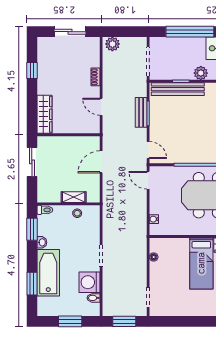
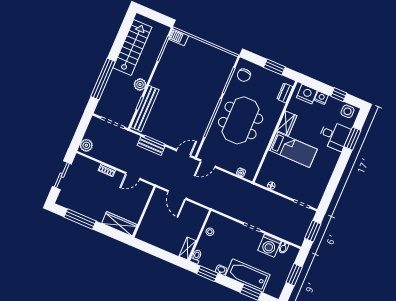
window: (32, 71) -> (80, 219), width x2.17
sliding door: (32, 162) -> (153, 250), removed
shelving: (74, 197) -> (187, 248), moved

